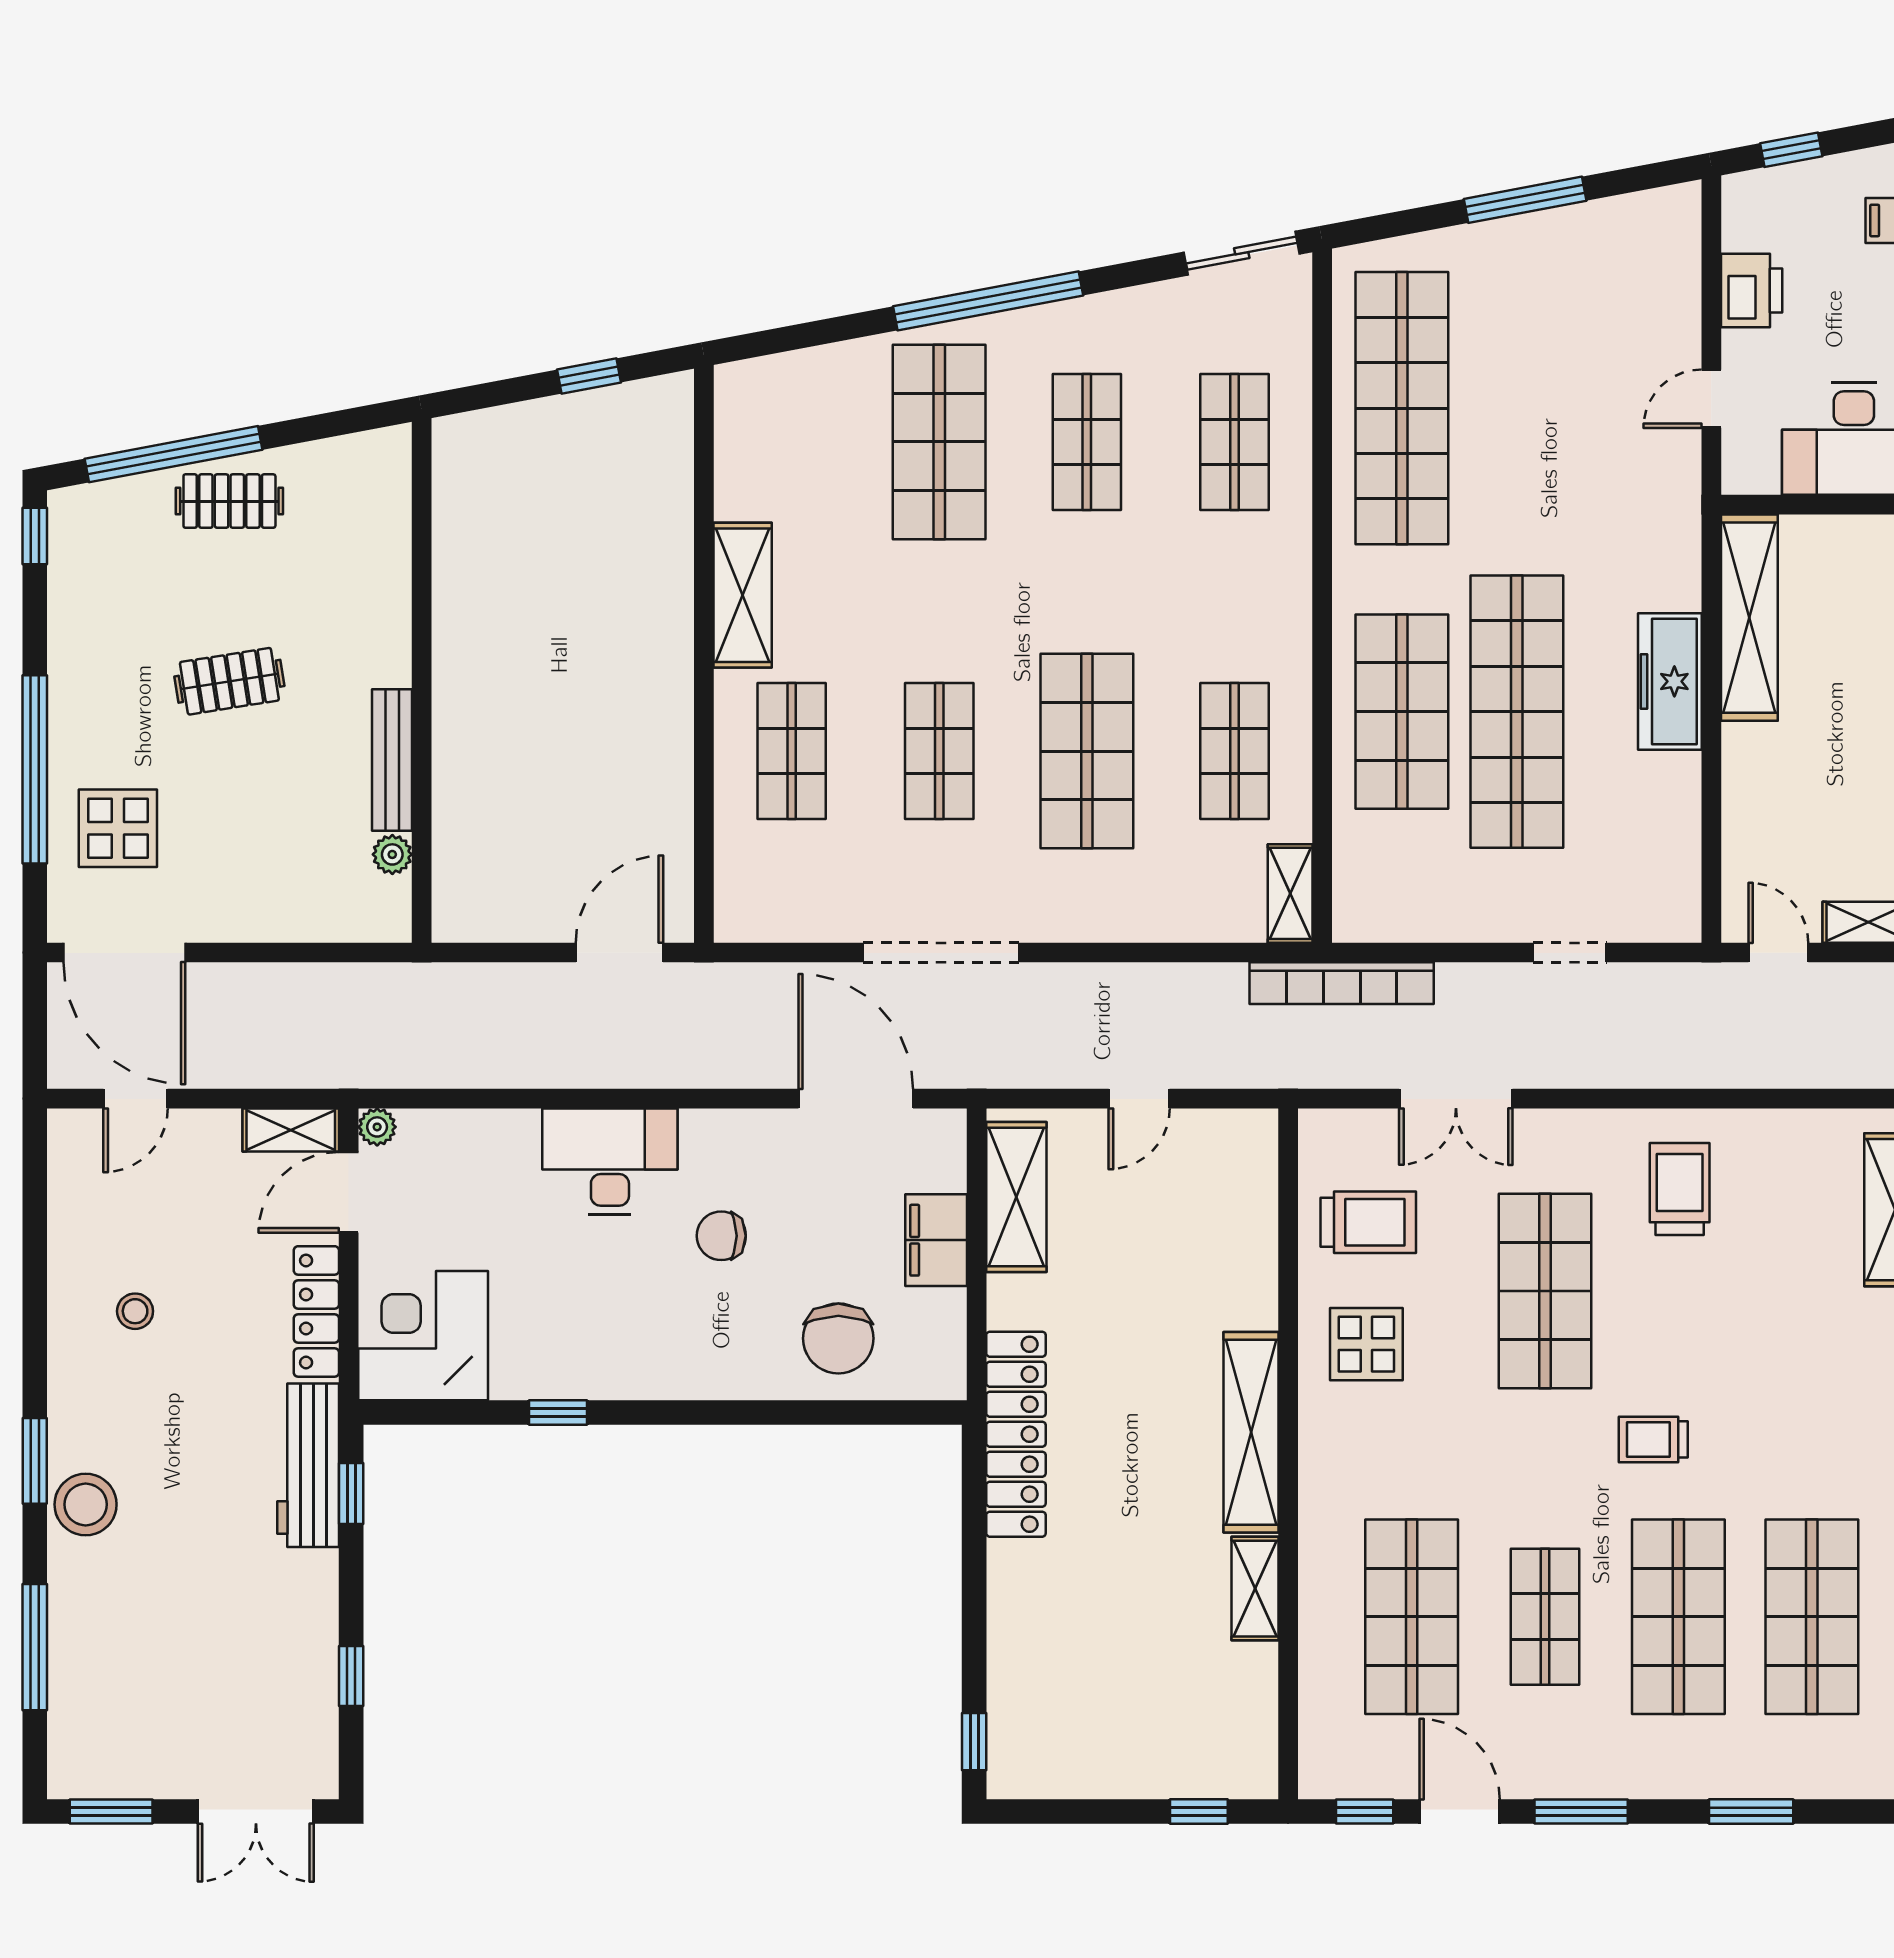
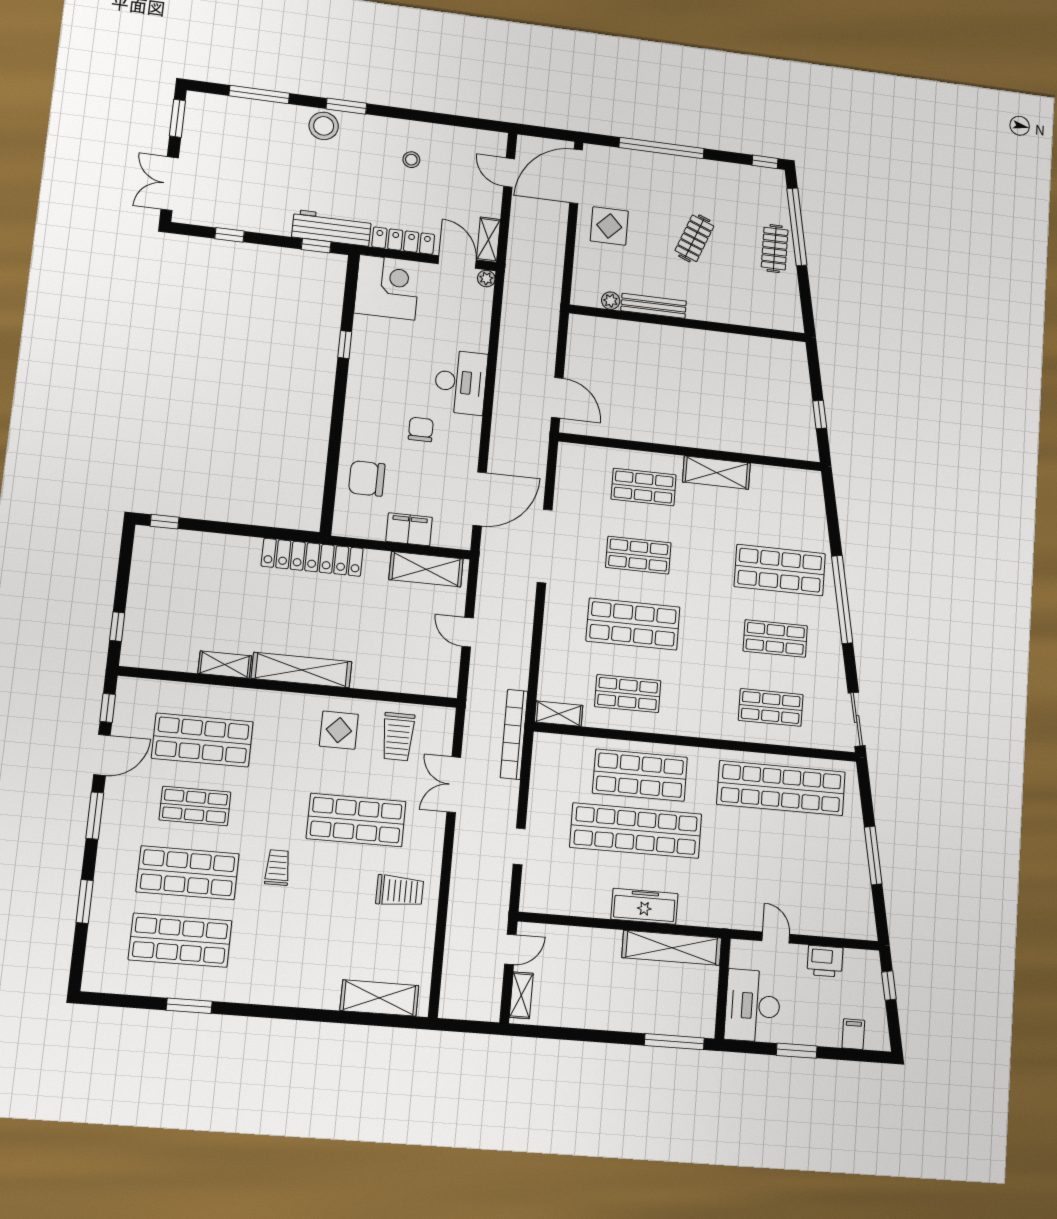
clothes rail: (229, 681) -> (694, 238), turned 30
display table: (118, 828) -> (609, 226), moved

